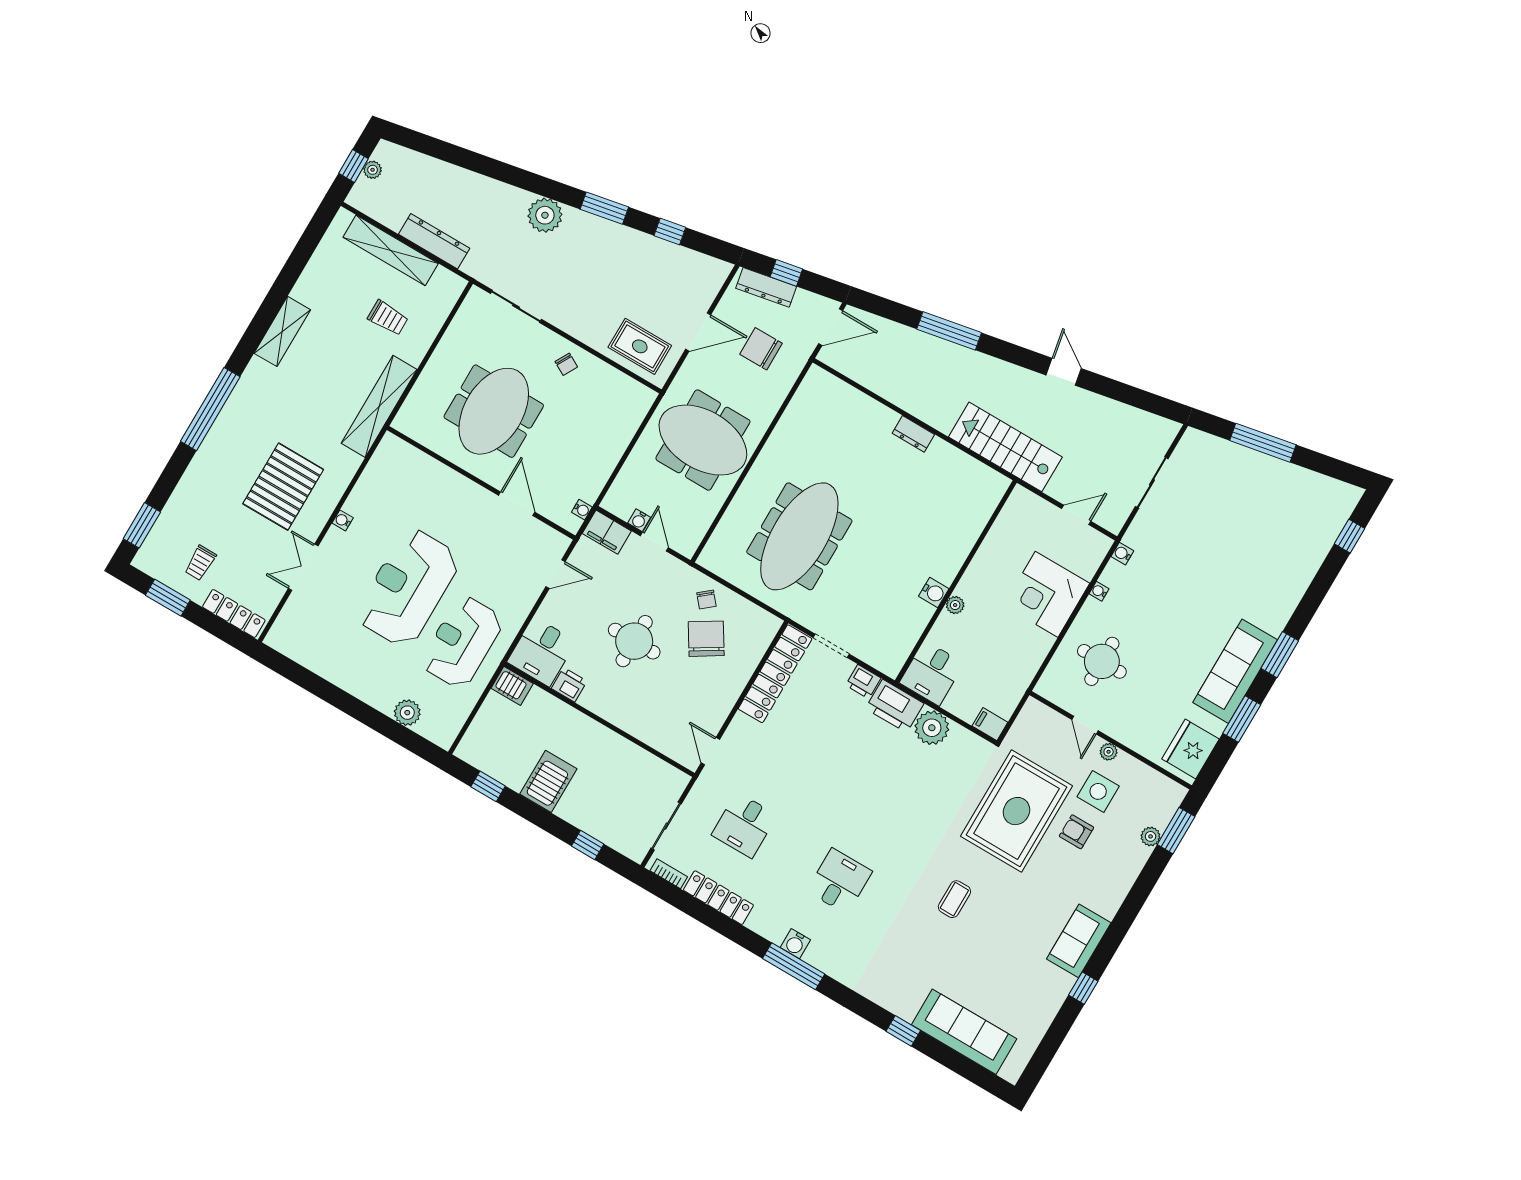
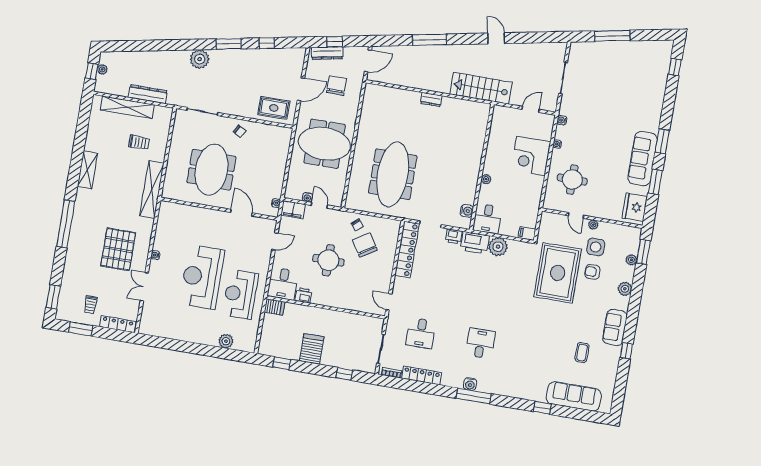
chair: (761, 349) -> (336, 86), turned 90
water cooler: (934, 592) -> (467, 211), moved
plant: (1121, 882) -> (625, 289), added
coffee table: (954, 899) -> (582, 353), moved

